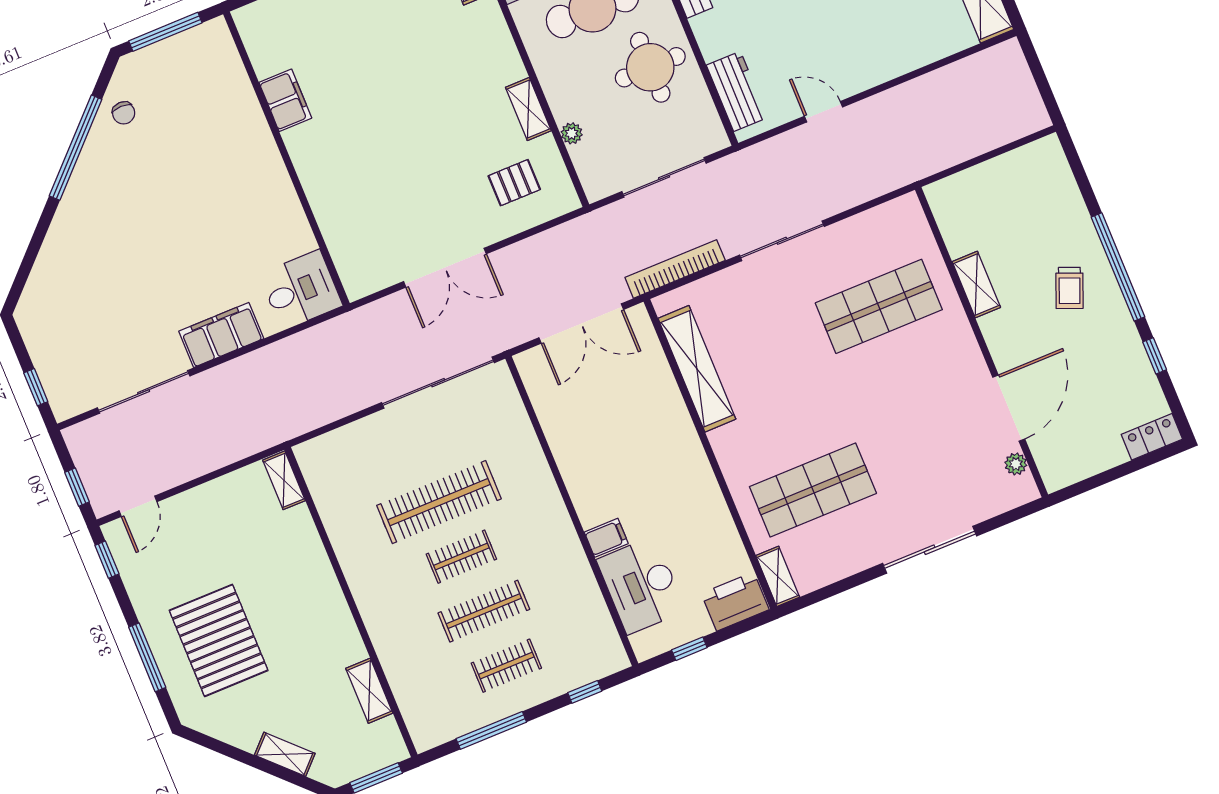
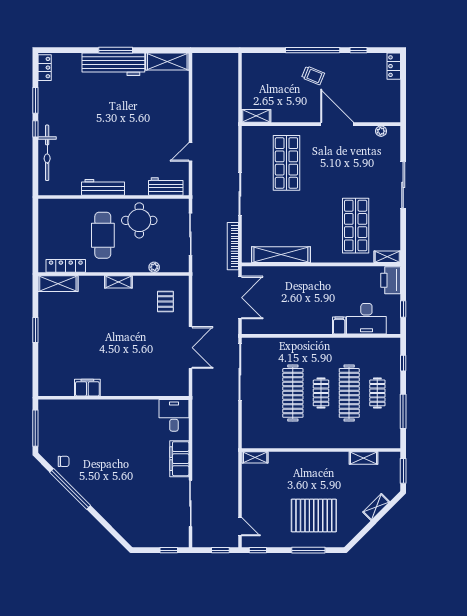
shelving: (528, 109) -> (118, 282), moved
shelving: (976, 285) -> (256, 116), moved
door: (1009, 408) -> (337, 124), moved
clothes rail: (484, 611) -> (349, 393), width x1.37, depth x1.31

